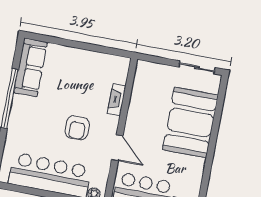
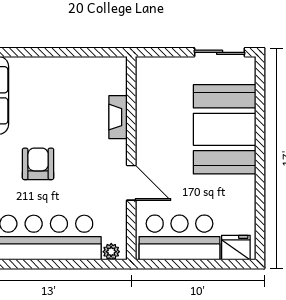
armchair: (77, 128) -> (38, 164), moved, turned 180

